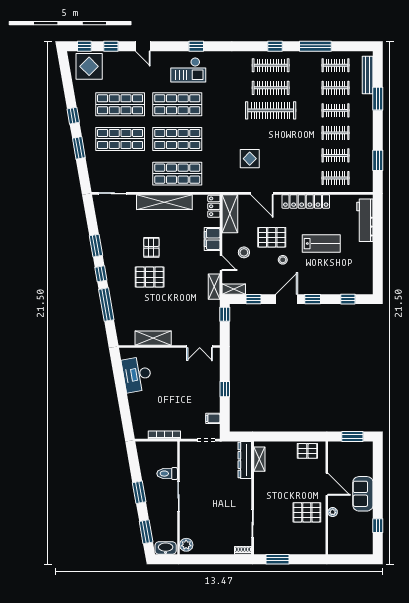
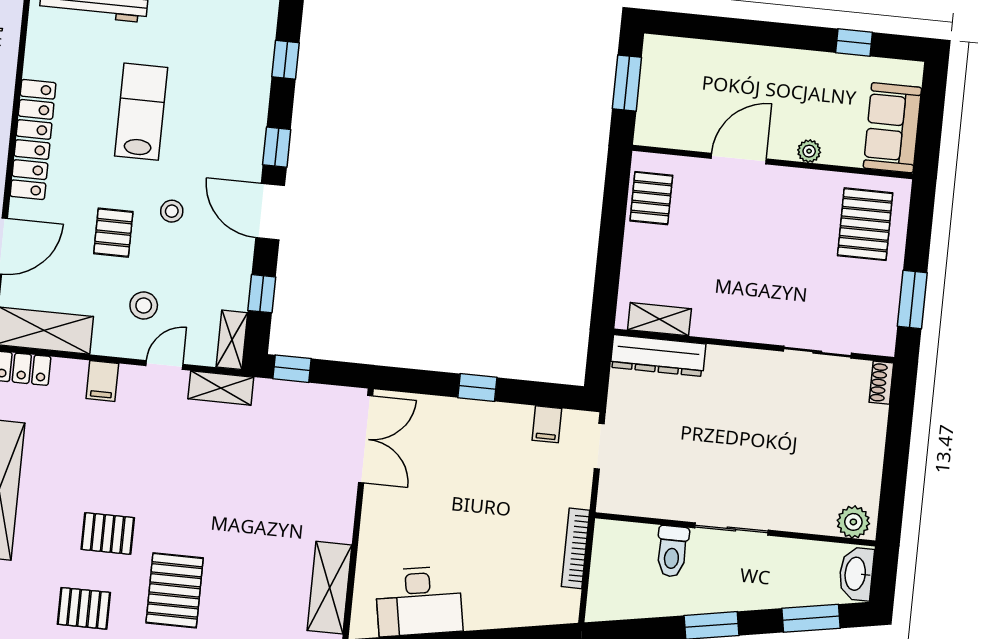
pallet: (272, 237) -> (113, 233), width x0.67, depth x0.71
filing cabinet: (212, 239) -> (102, 381), width x0.50
pallet: (120, 241) -> (84, 608), added
pallet: (150, 277) -> (175, 590), moved
shelving: (153, 338) -> (329, 588), moved
double door: (200, 347) -> (366, 439), width x1.37
sofa: (363, 494) -> (892, 128), moved, turned 90
pallet: (307, 512) -> (865, 224), moved

